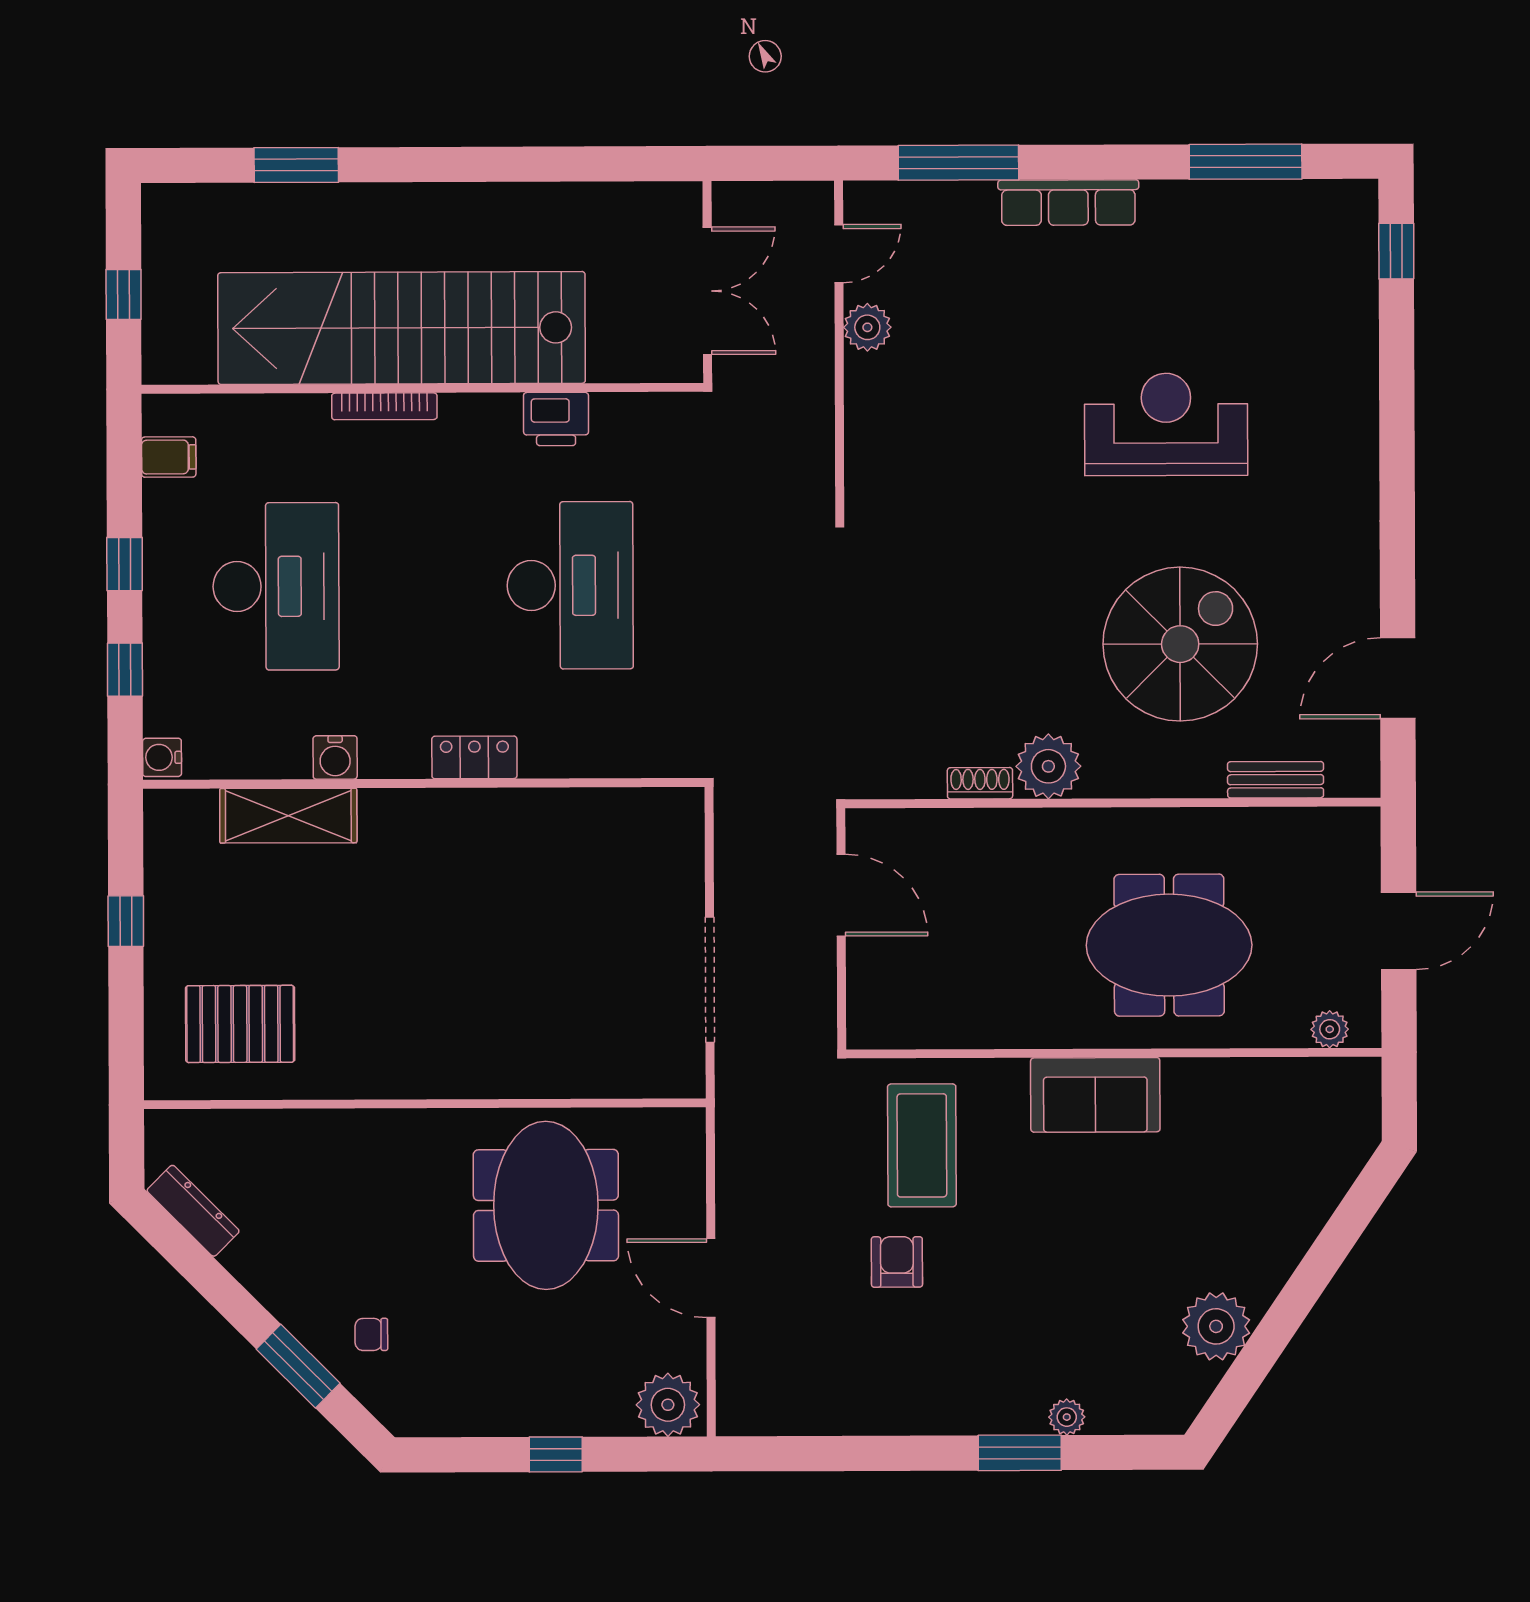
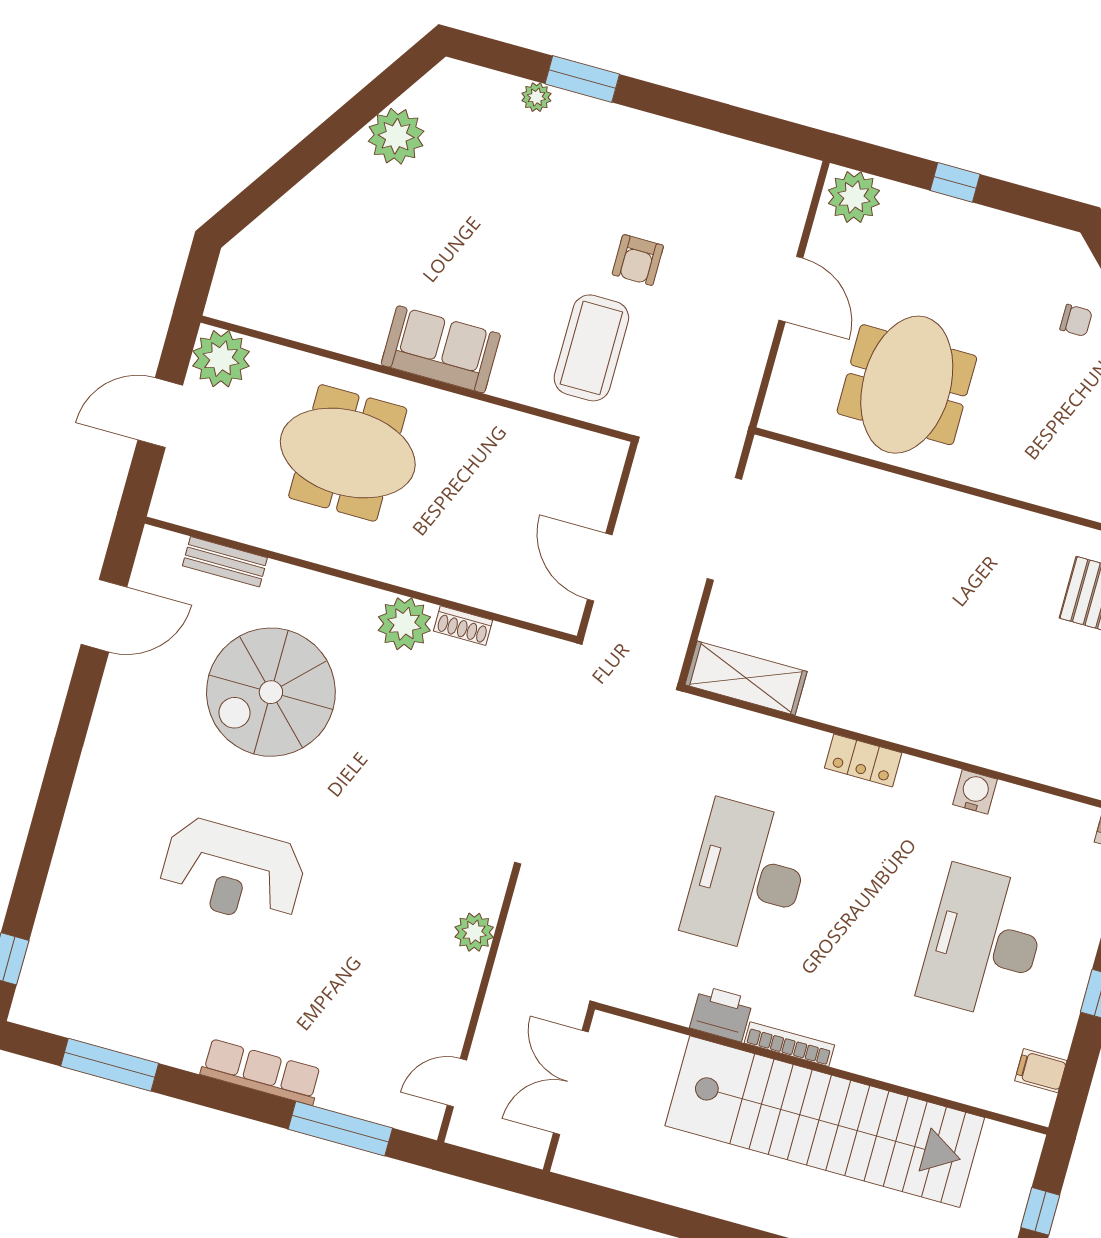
plant: (867, 327) -> (474, 932), moved
bookcase: (384, 406) -> (789, 1044), moved
shelving: (288, 816) -> (746, 678), moved
plant: (1330, 1029) -> (221, 359), width x1.87, depth x1.87

